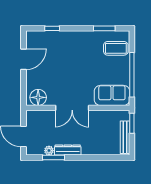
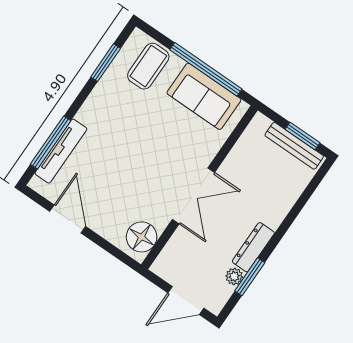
window: (52, 28) -> (51, 142), width x2.17
tv unit: (52, 36) -> (61, 151), added
sofa: (112, 95) -> (204, 96), moved, turned -90
window: (132, 123) -> (303, 136), moved

